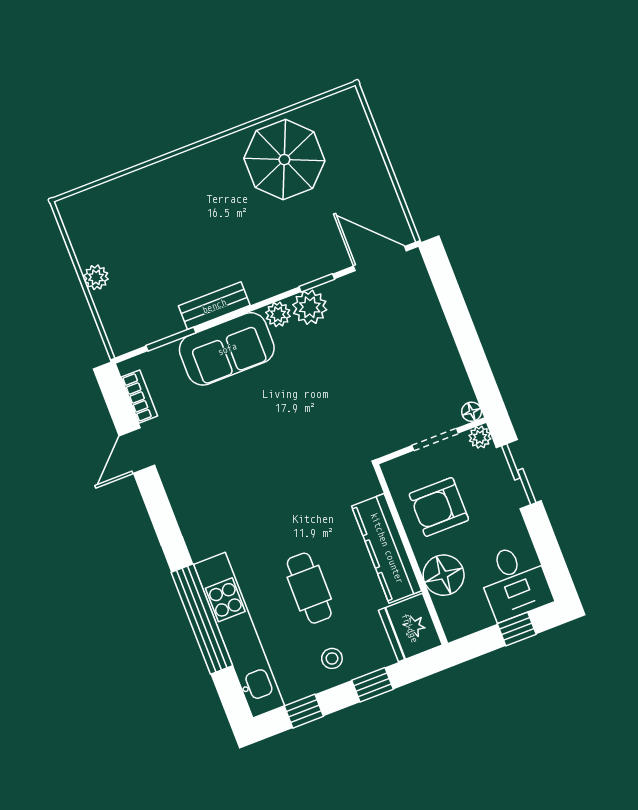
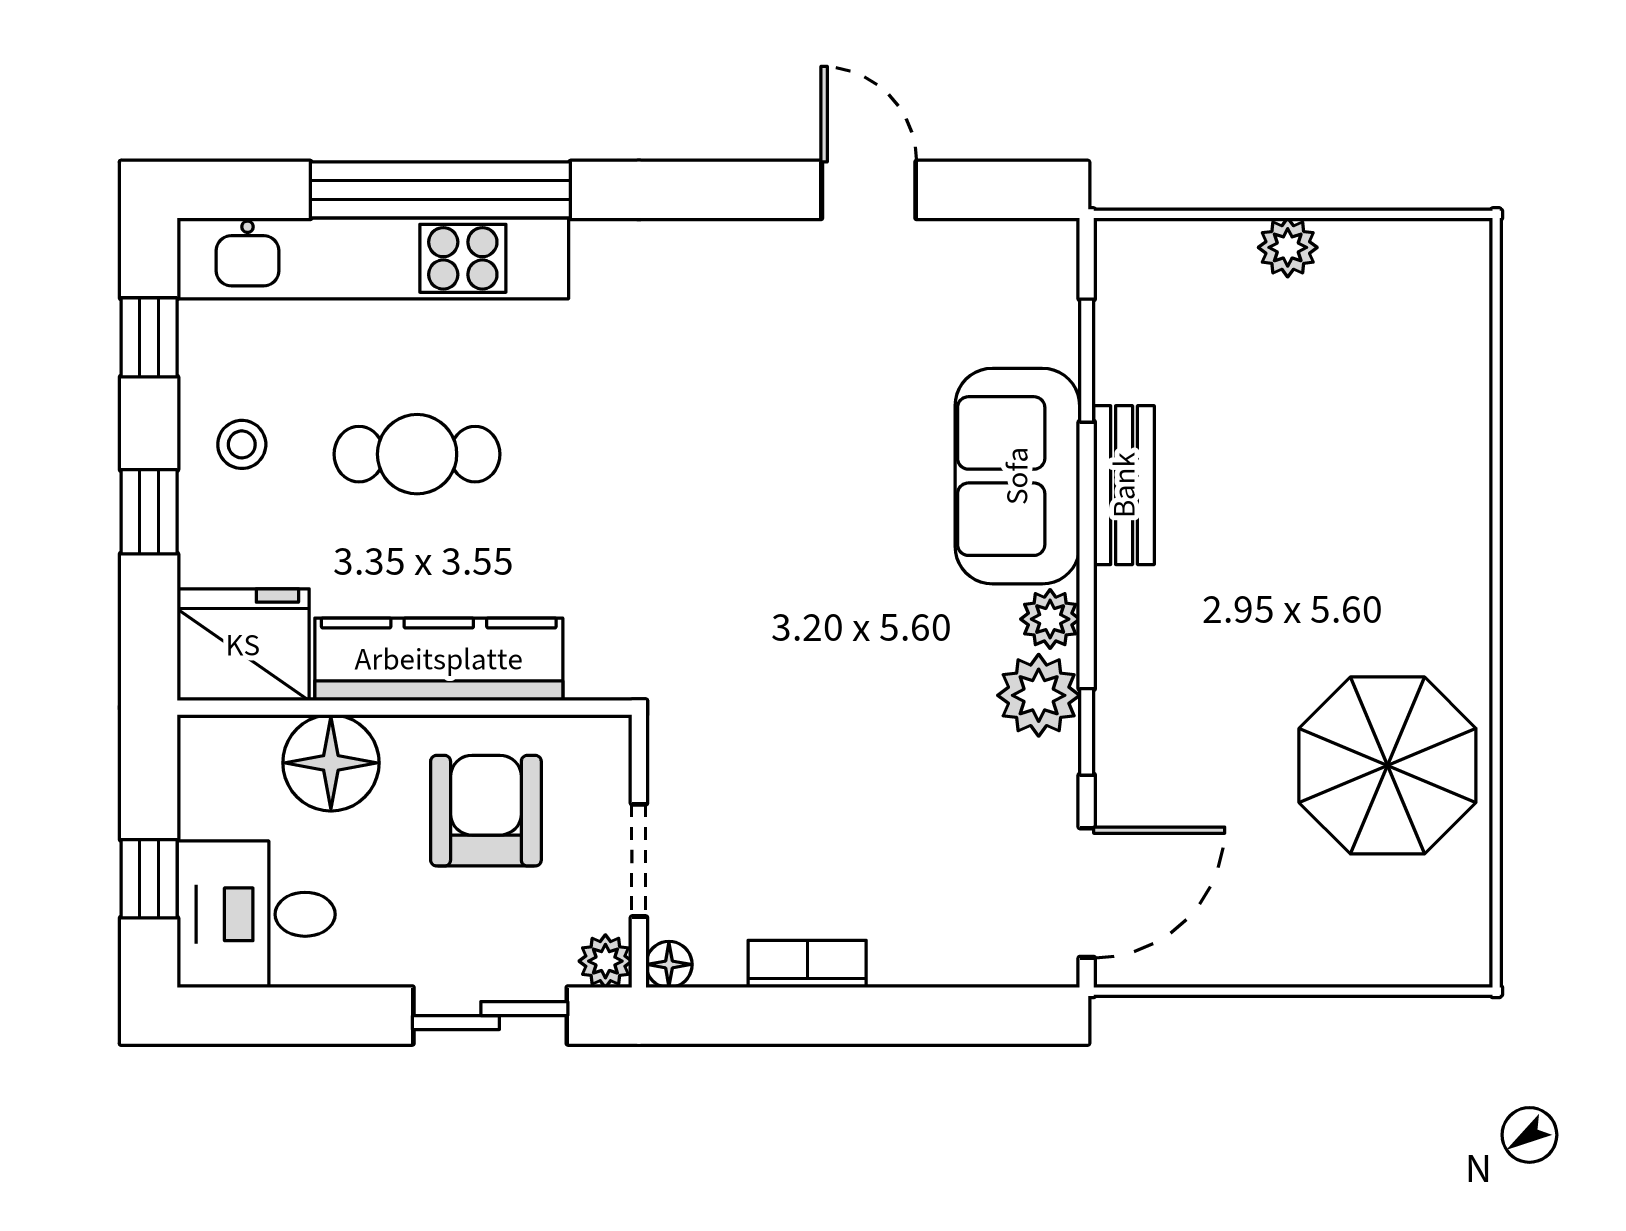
bookcase: (139, 397) -> (807, 964), moved, turned 180

